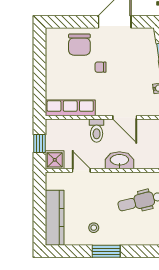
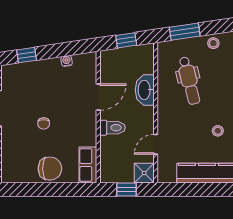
chair: (79, 45) -> (50, 169), moved
row of seats: (70, 108) -> (88, 165), width x0.68
washbasin: (119, 160) -> (145, 90), moved

